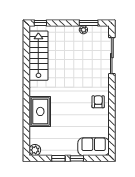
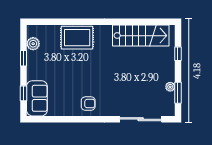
window: (40, 23) -> (178, 54), moved
plant: (35, 150) -> (33, 44), moved
window: (77, 158) -> (24, 93), moved

